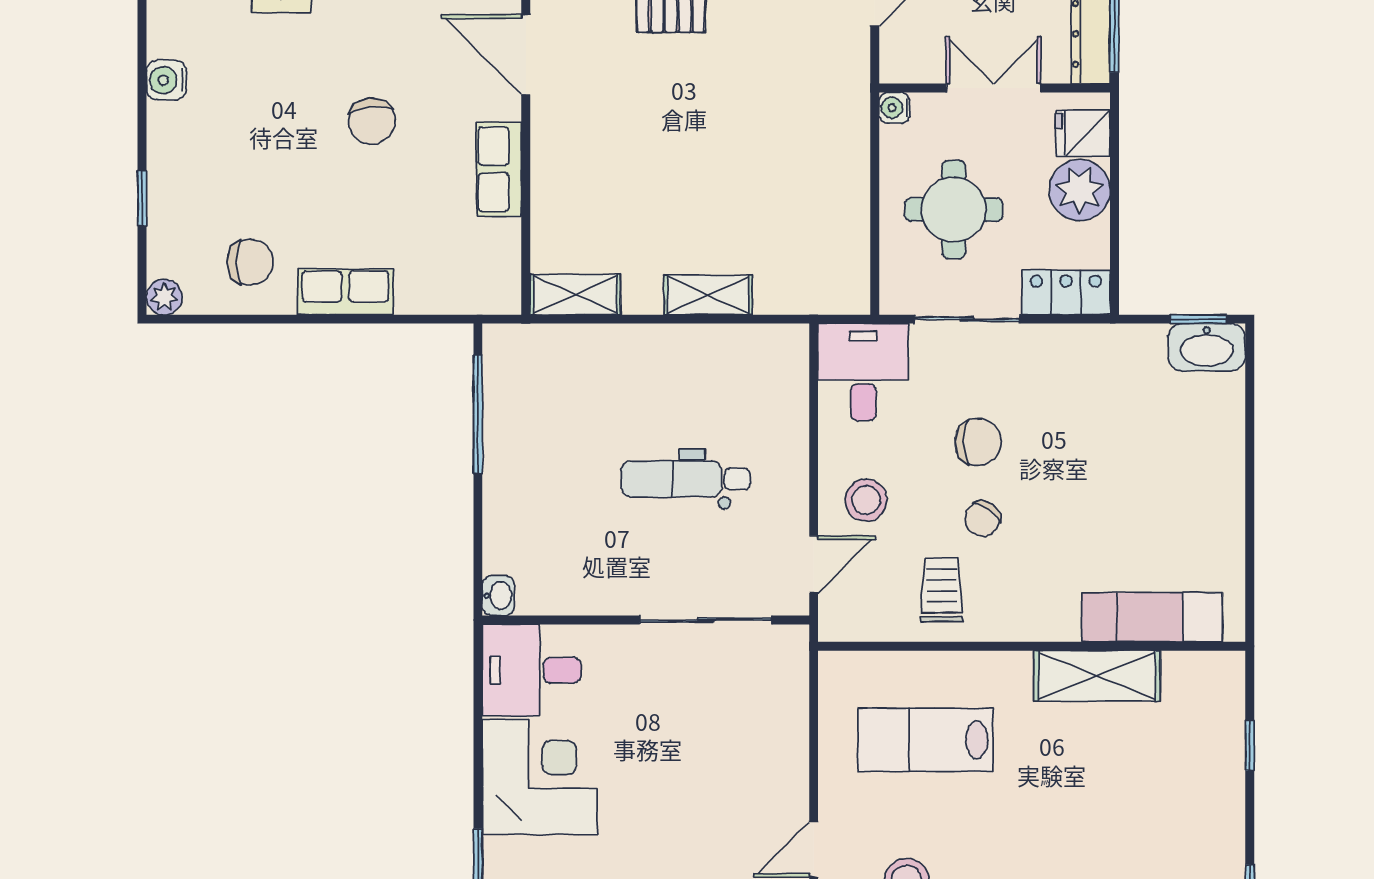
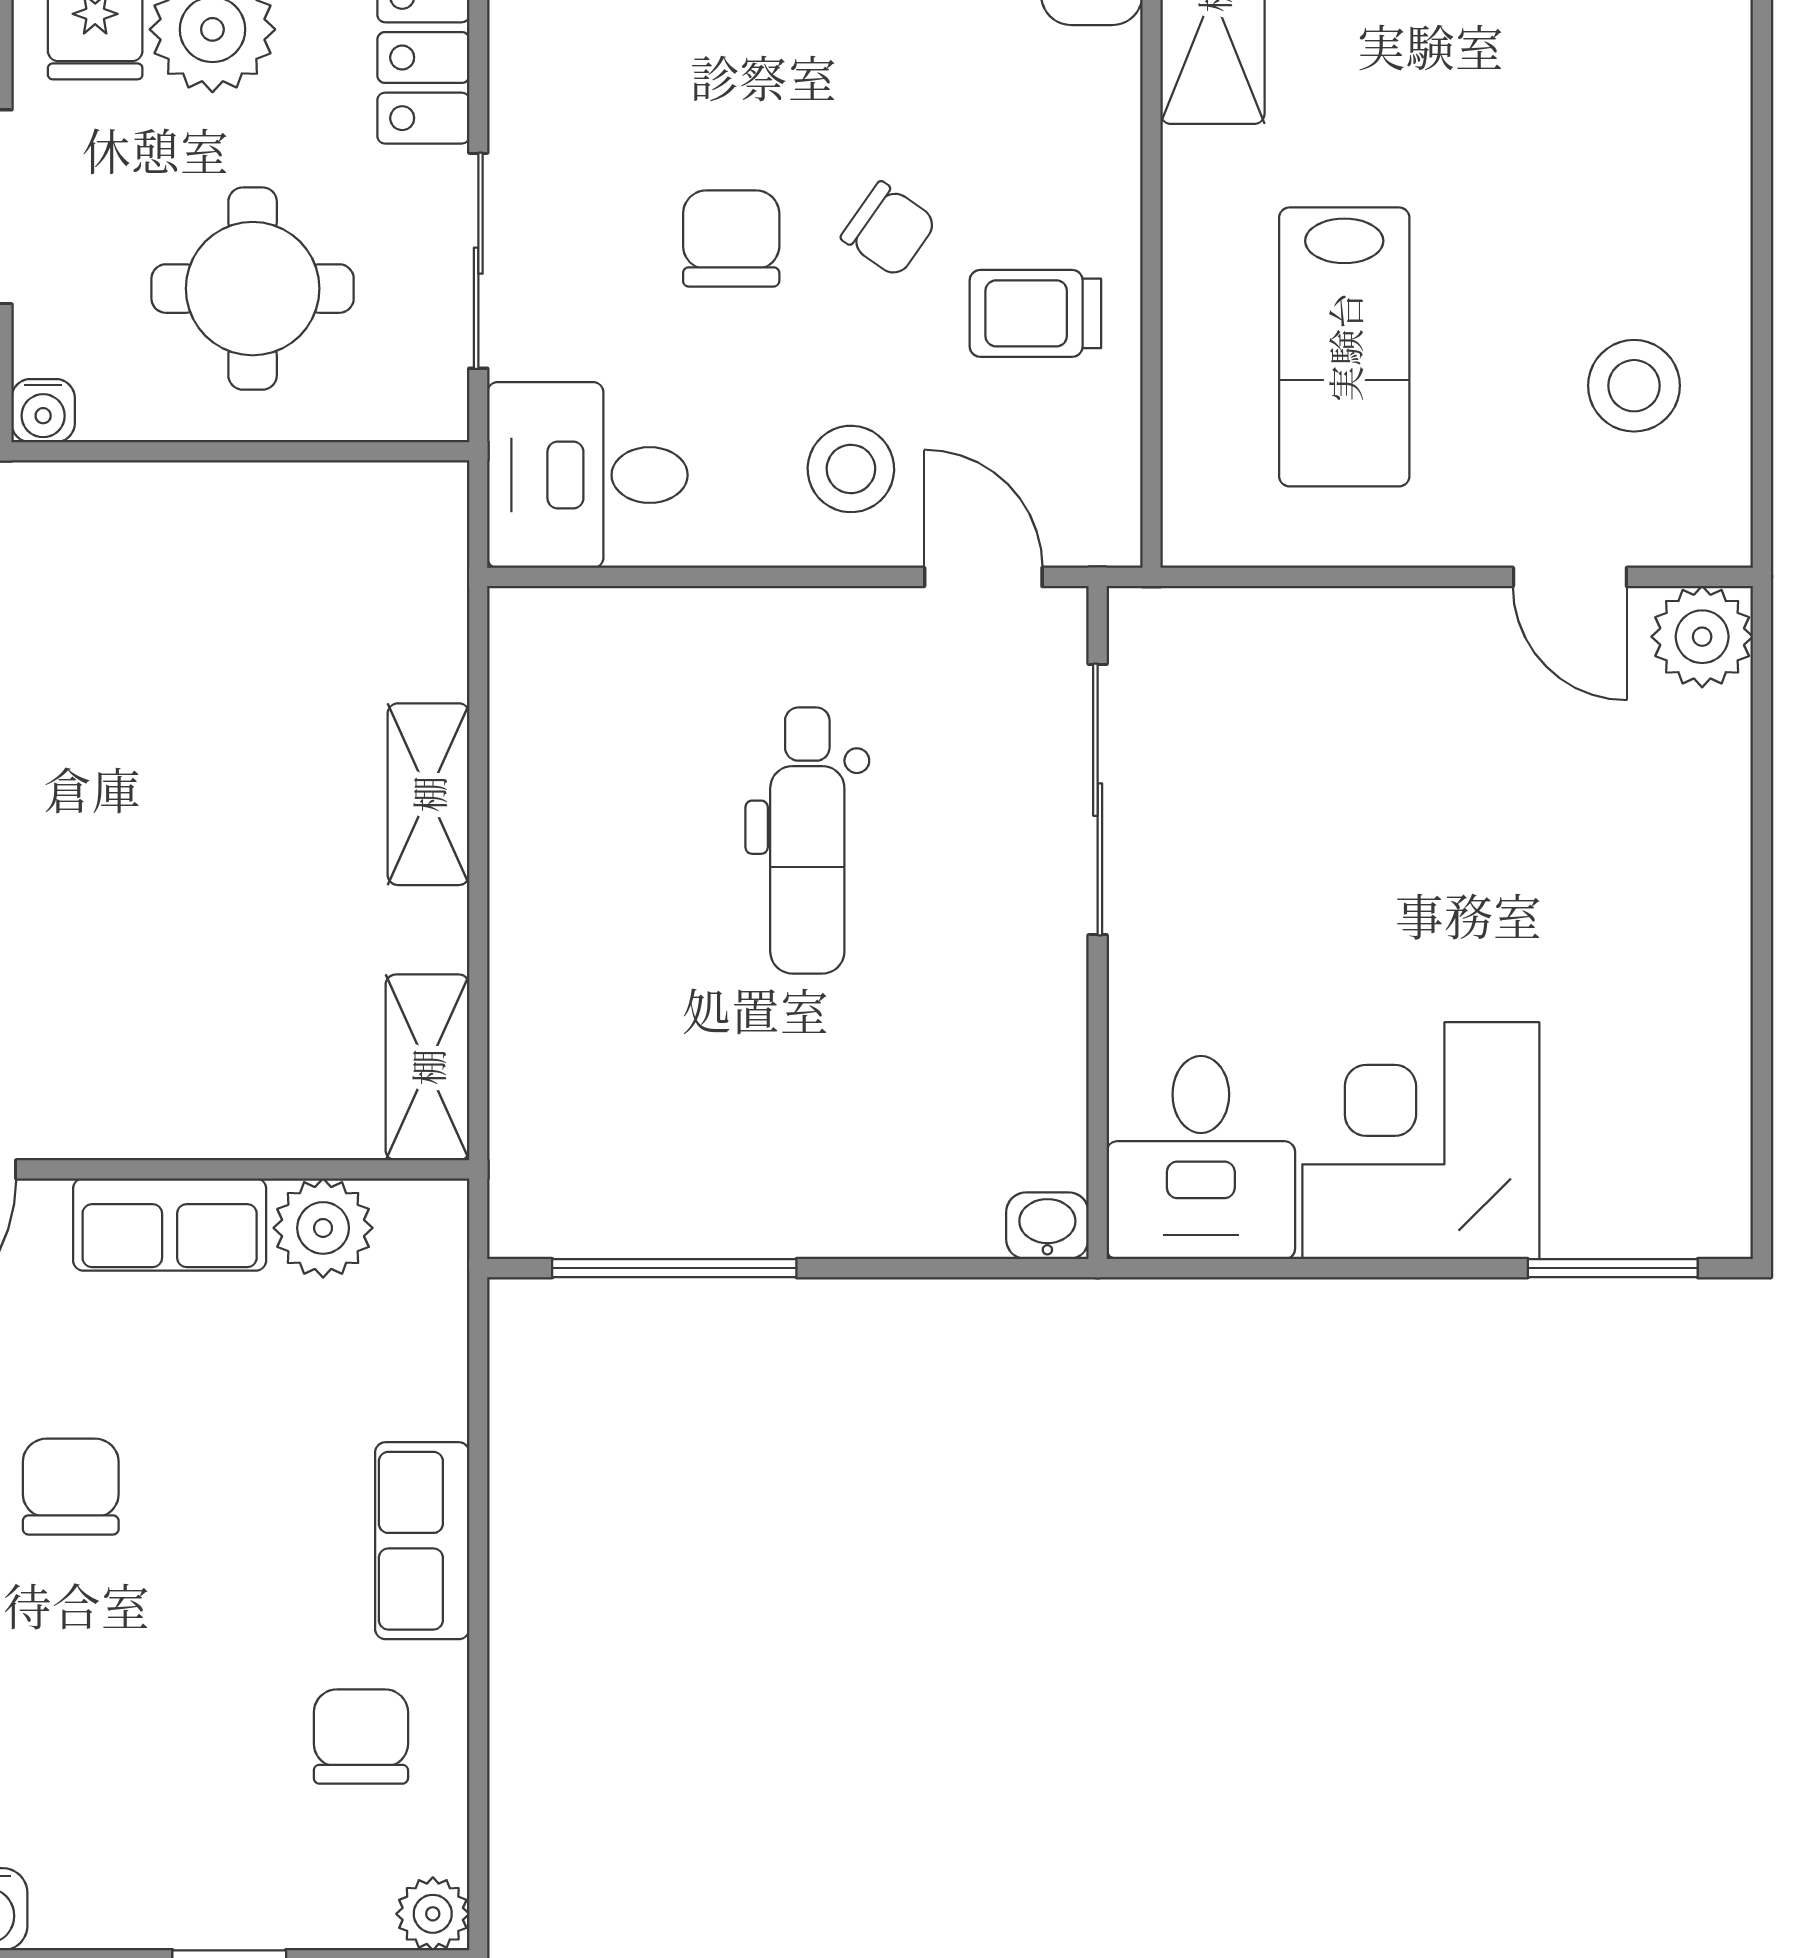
chair: (372, 121) -> (71, 1487), turned -84
plant: (497, 244) -> (323, 1228), added

